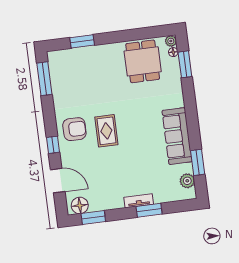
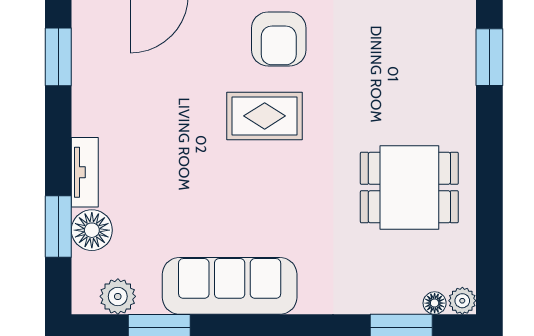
window: (82, 41) -> (489, 57), moved
dining table: (143, 61) -> (409, 188), moved
floor lamp: (80, 205) -> (92, 230), moved
window: (149, 210) -> (58, 226), moved

